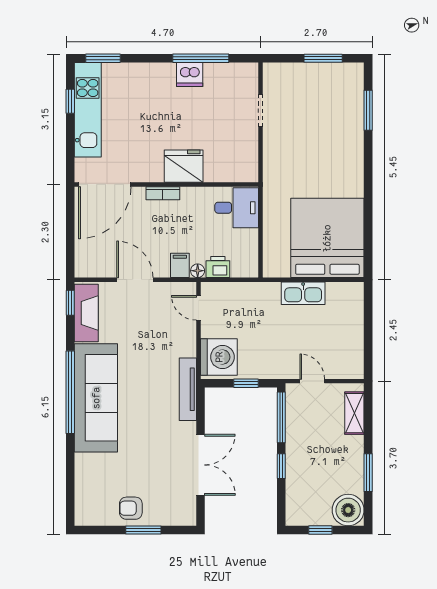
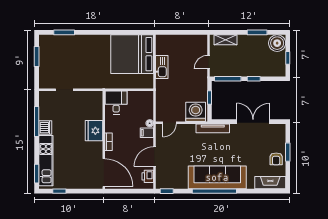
kitchen unit: (88, 110) -> (46, 161), moved, turned 90
printer: (218, 267) -> (148, 176), moved
fireplace: (86, 313) -> (270, 183), moved

